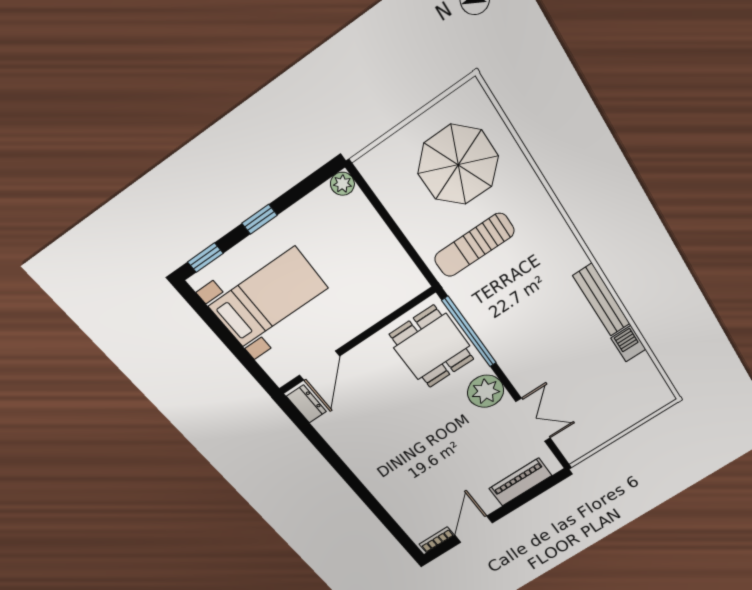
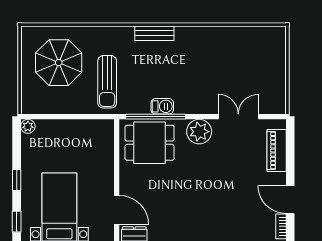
bench: (602, 300) -> (154, 33), moved, width x0.73
barbecue: (628, 344) -> (162, 106), moved, turned 180

